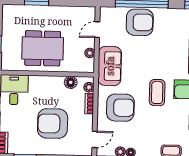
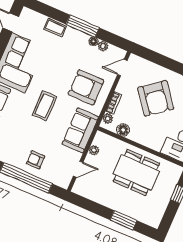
armchair: (140, 22) -> (36, 160), width x0.53, depth x0.53
coffee table: (157, 93) -> (44, 106), moved
armchair: (53, 124) -> (156, 98), turned 52

